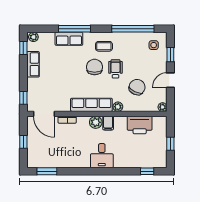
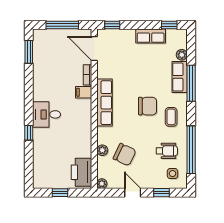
plant: (33, 37) -> (182, 55), moved
wheelchair: (115, 69) -> (167, 151), moved
plant: (118, 107) -> (102, 150), moved
door: (44, 114) -> (94, 48), hinge flipped
plant: (96, 122) -> (85, 107), removed
filing cabinet: (108, 123) -> (84, 92), moved
printer: (140, 125) -> (81, 172), moved
window: (23, 142) -> (62, 25), width x2.17
window: (147, 171) -> (29, 133), moved

